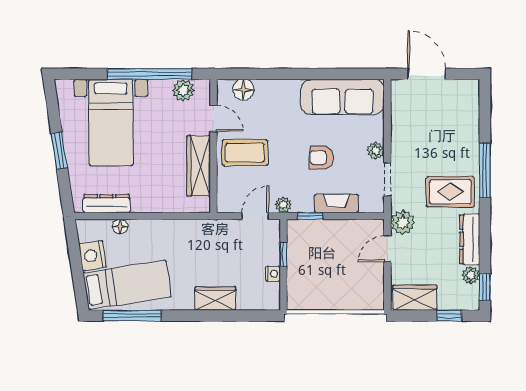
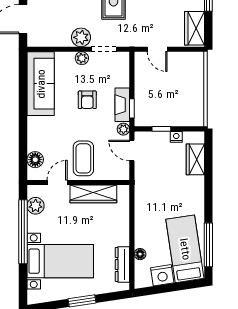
fireplace: (336, 203) -> (122, 105), moved
plant: (403, 222) -> (81, 37), moved
wardrobe: (215, 299) -> (195, 159), moved

